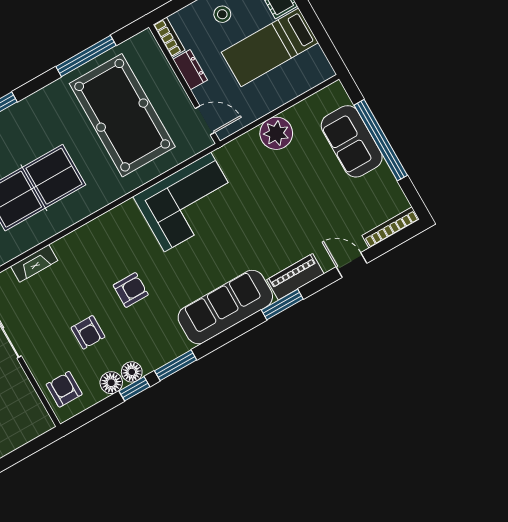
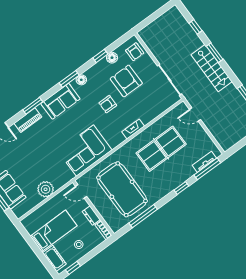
fireplace: (34, 263) -> (133, 129), moved
sofa: (225, 307) -> (60, 101), width x0.73
armchair: (88, 332) -> (126, 81), width x1.88, depth x1.88
window: (176, 365) -> (69, 79), moved
floor lamp: (132, 372) -> (81, 80), moved

